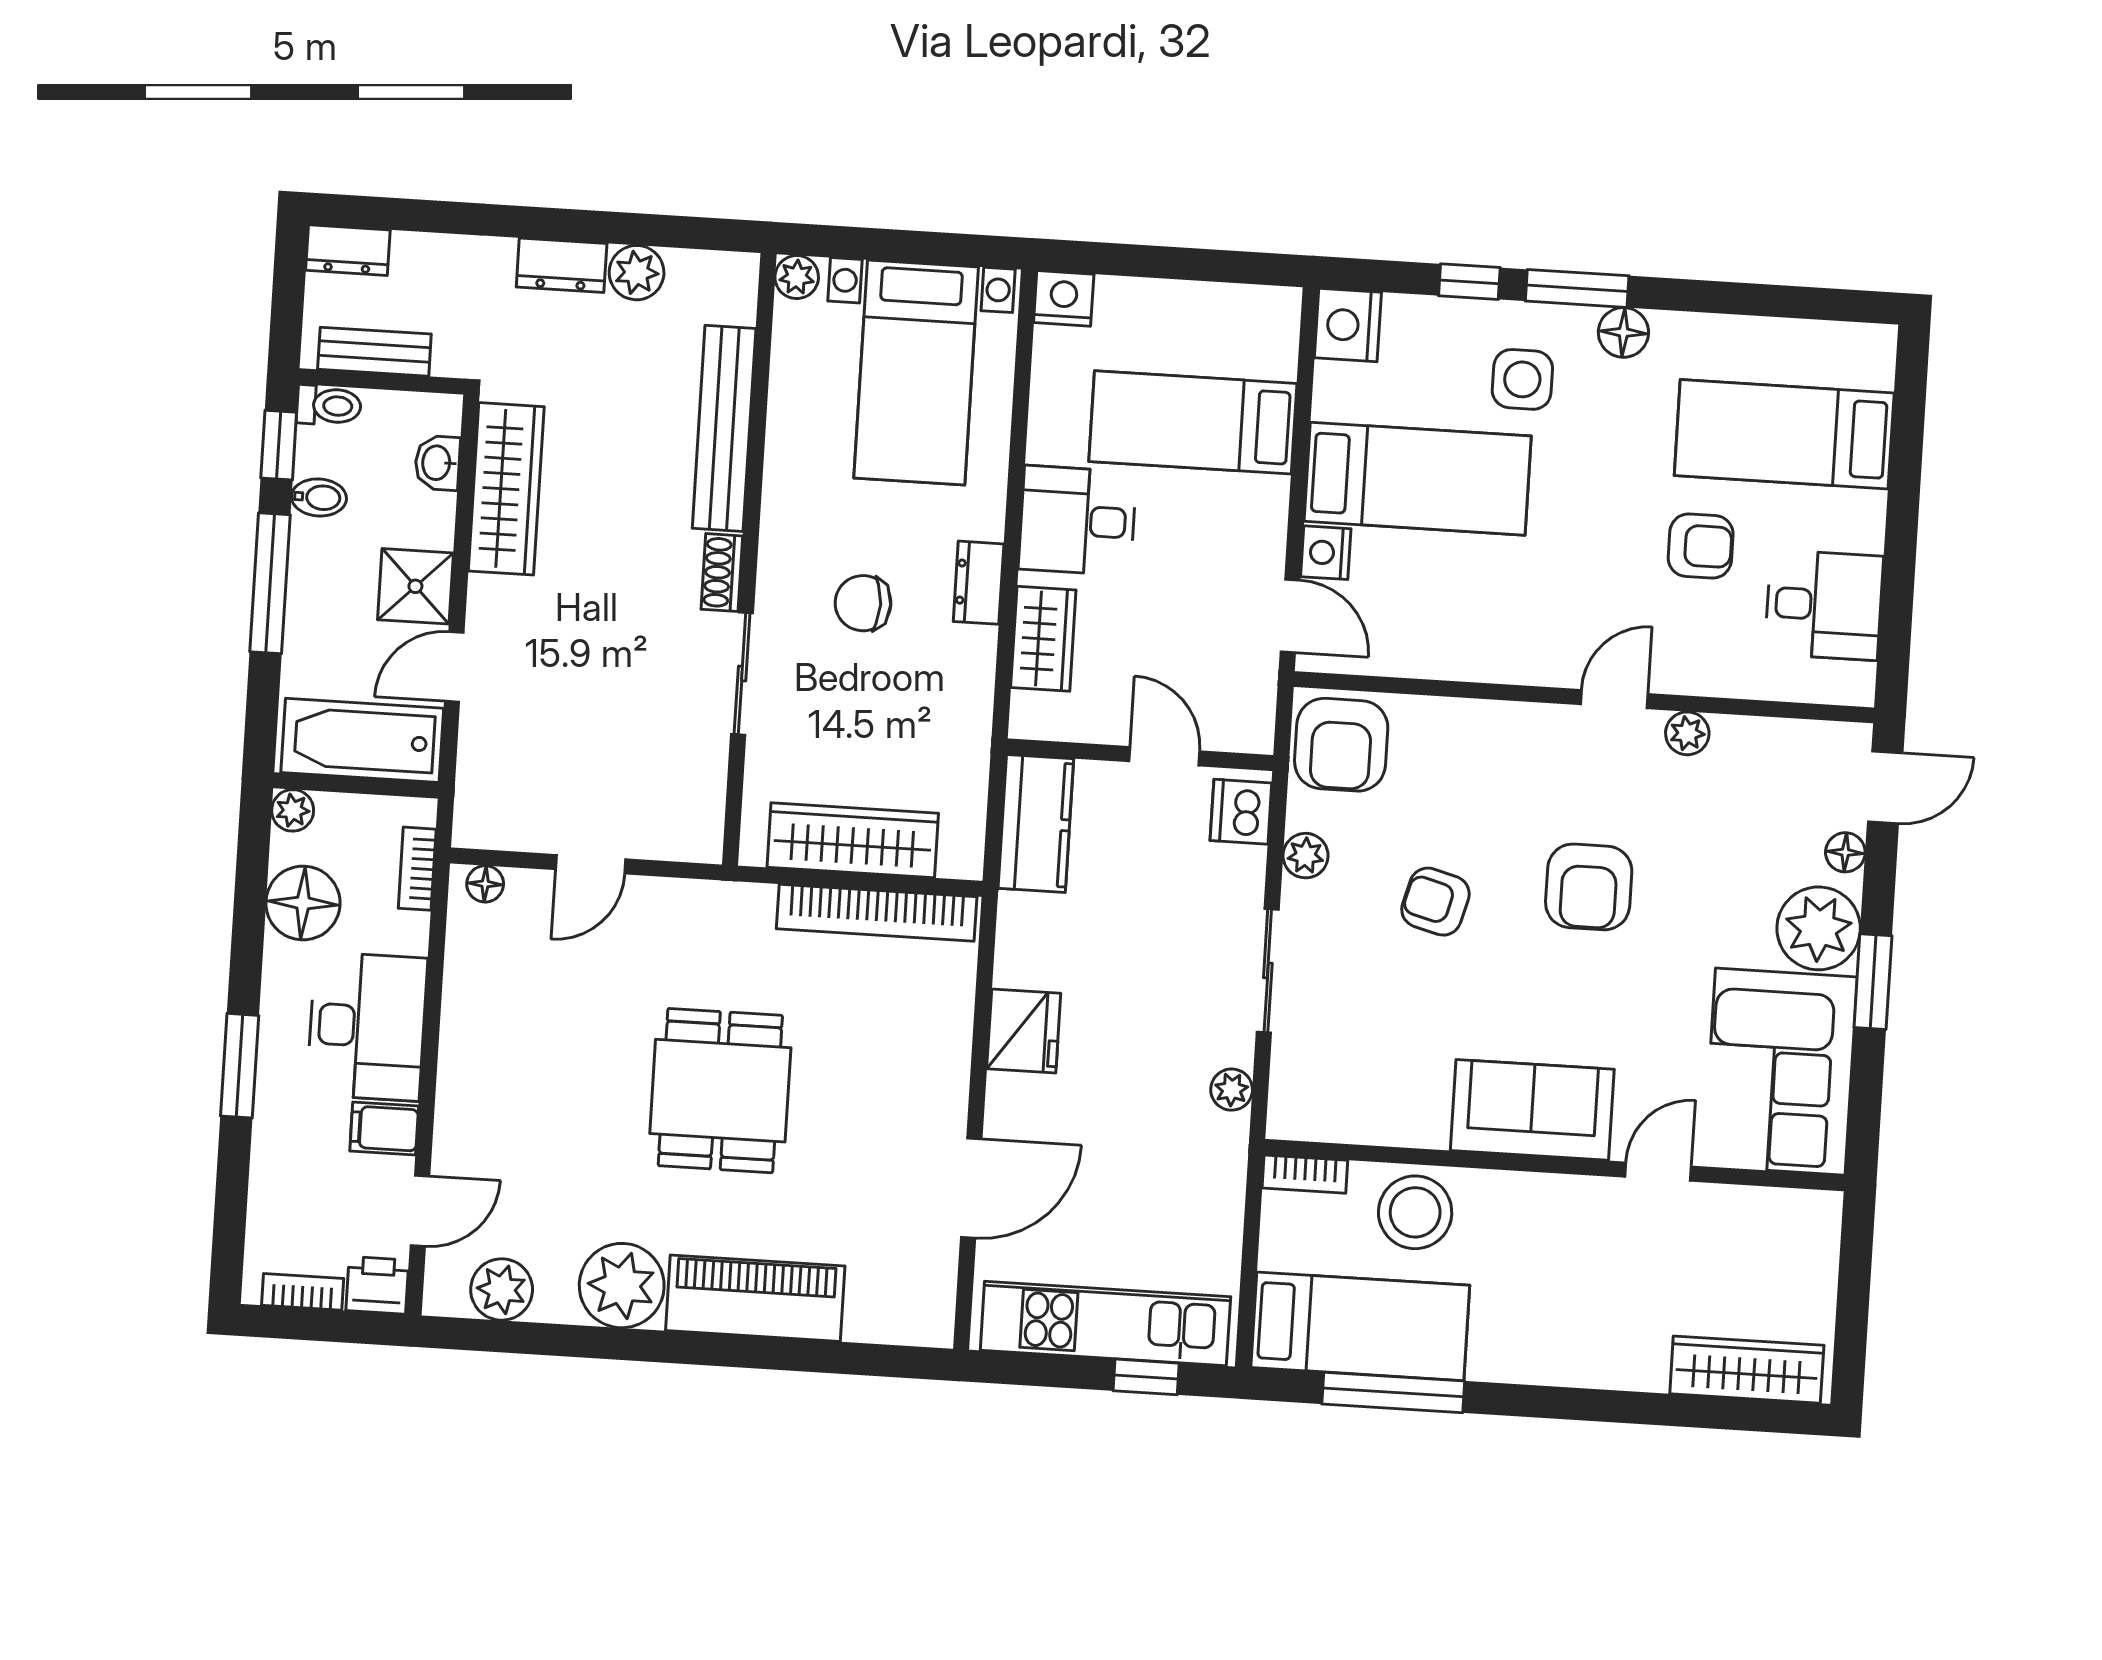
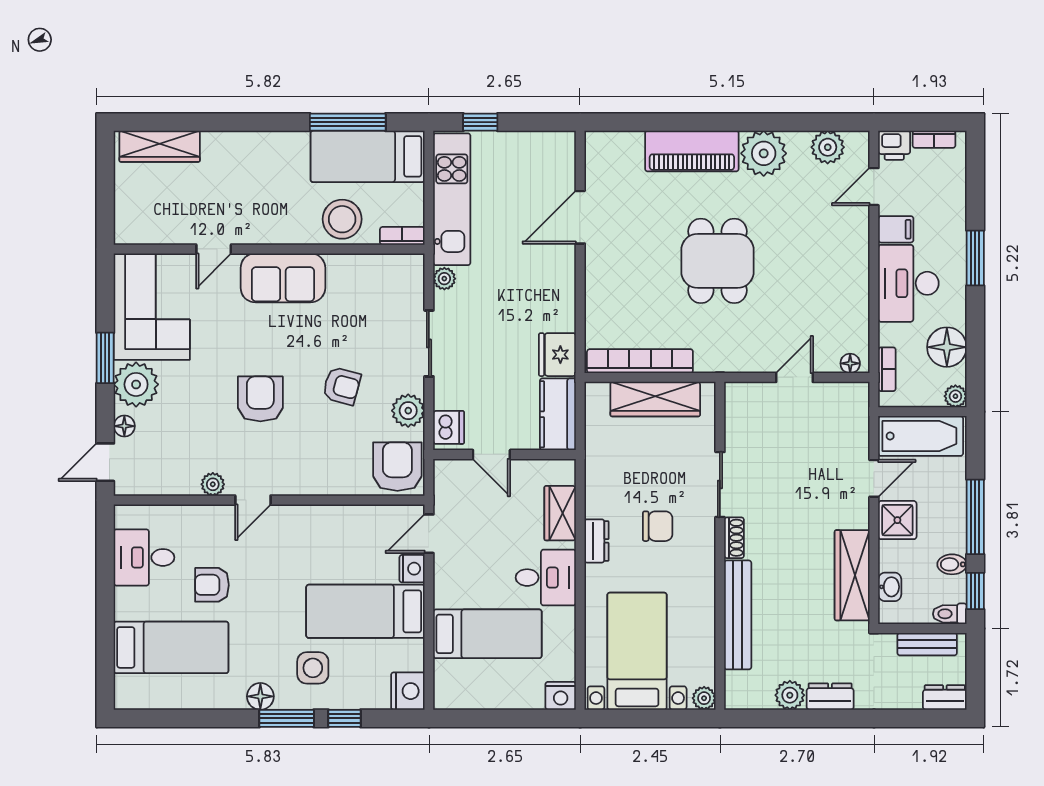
door: (1290, 616) -> (429, 534), hinge flipped
plant: (1306, 856) -> (408, 411), width x1.38, depth x1.38
fridge: (1024, 1031) -> (557, 355), moved
kitchen unit: (1105, 1324) -> (452, 199), moved, turned -90

